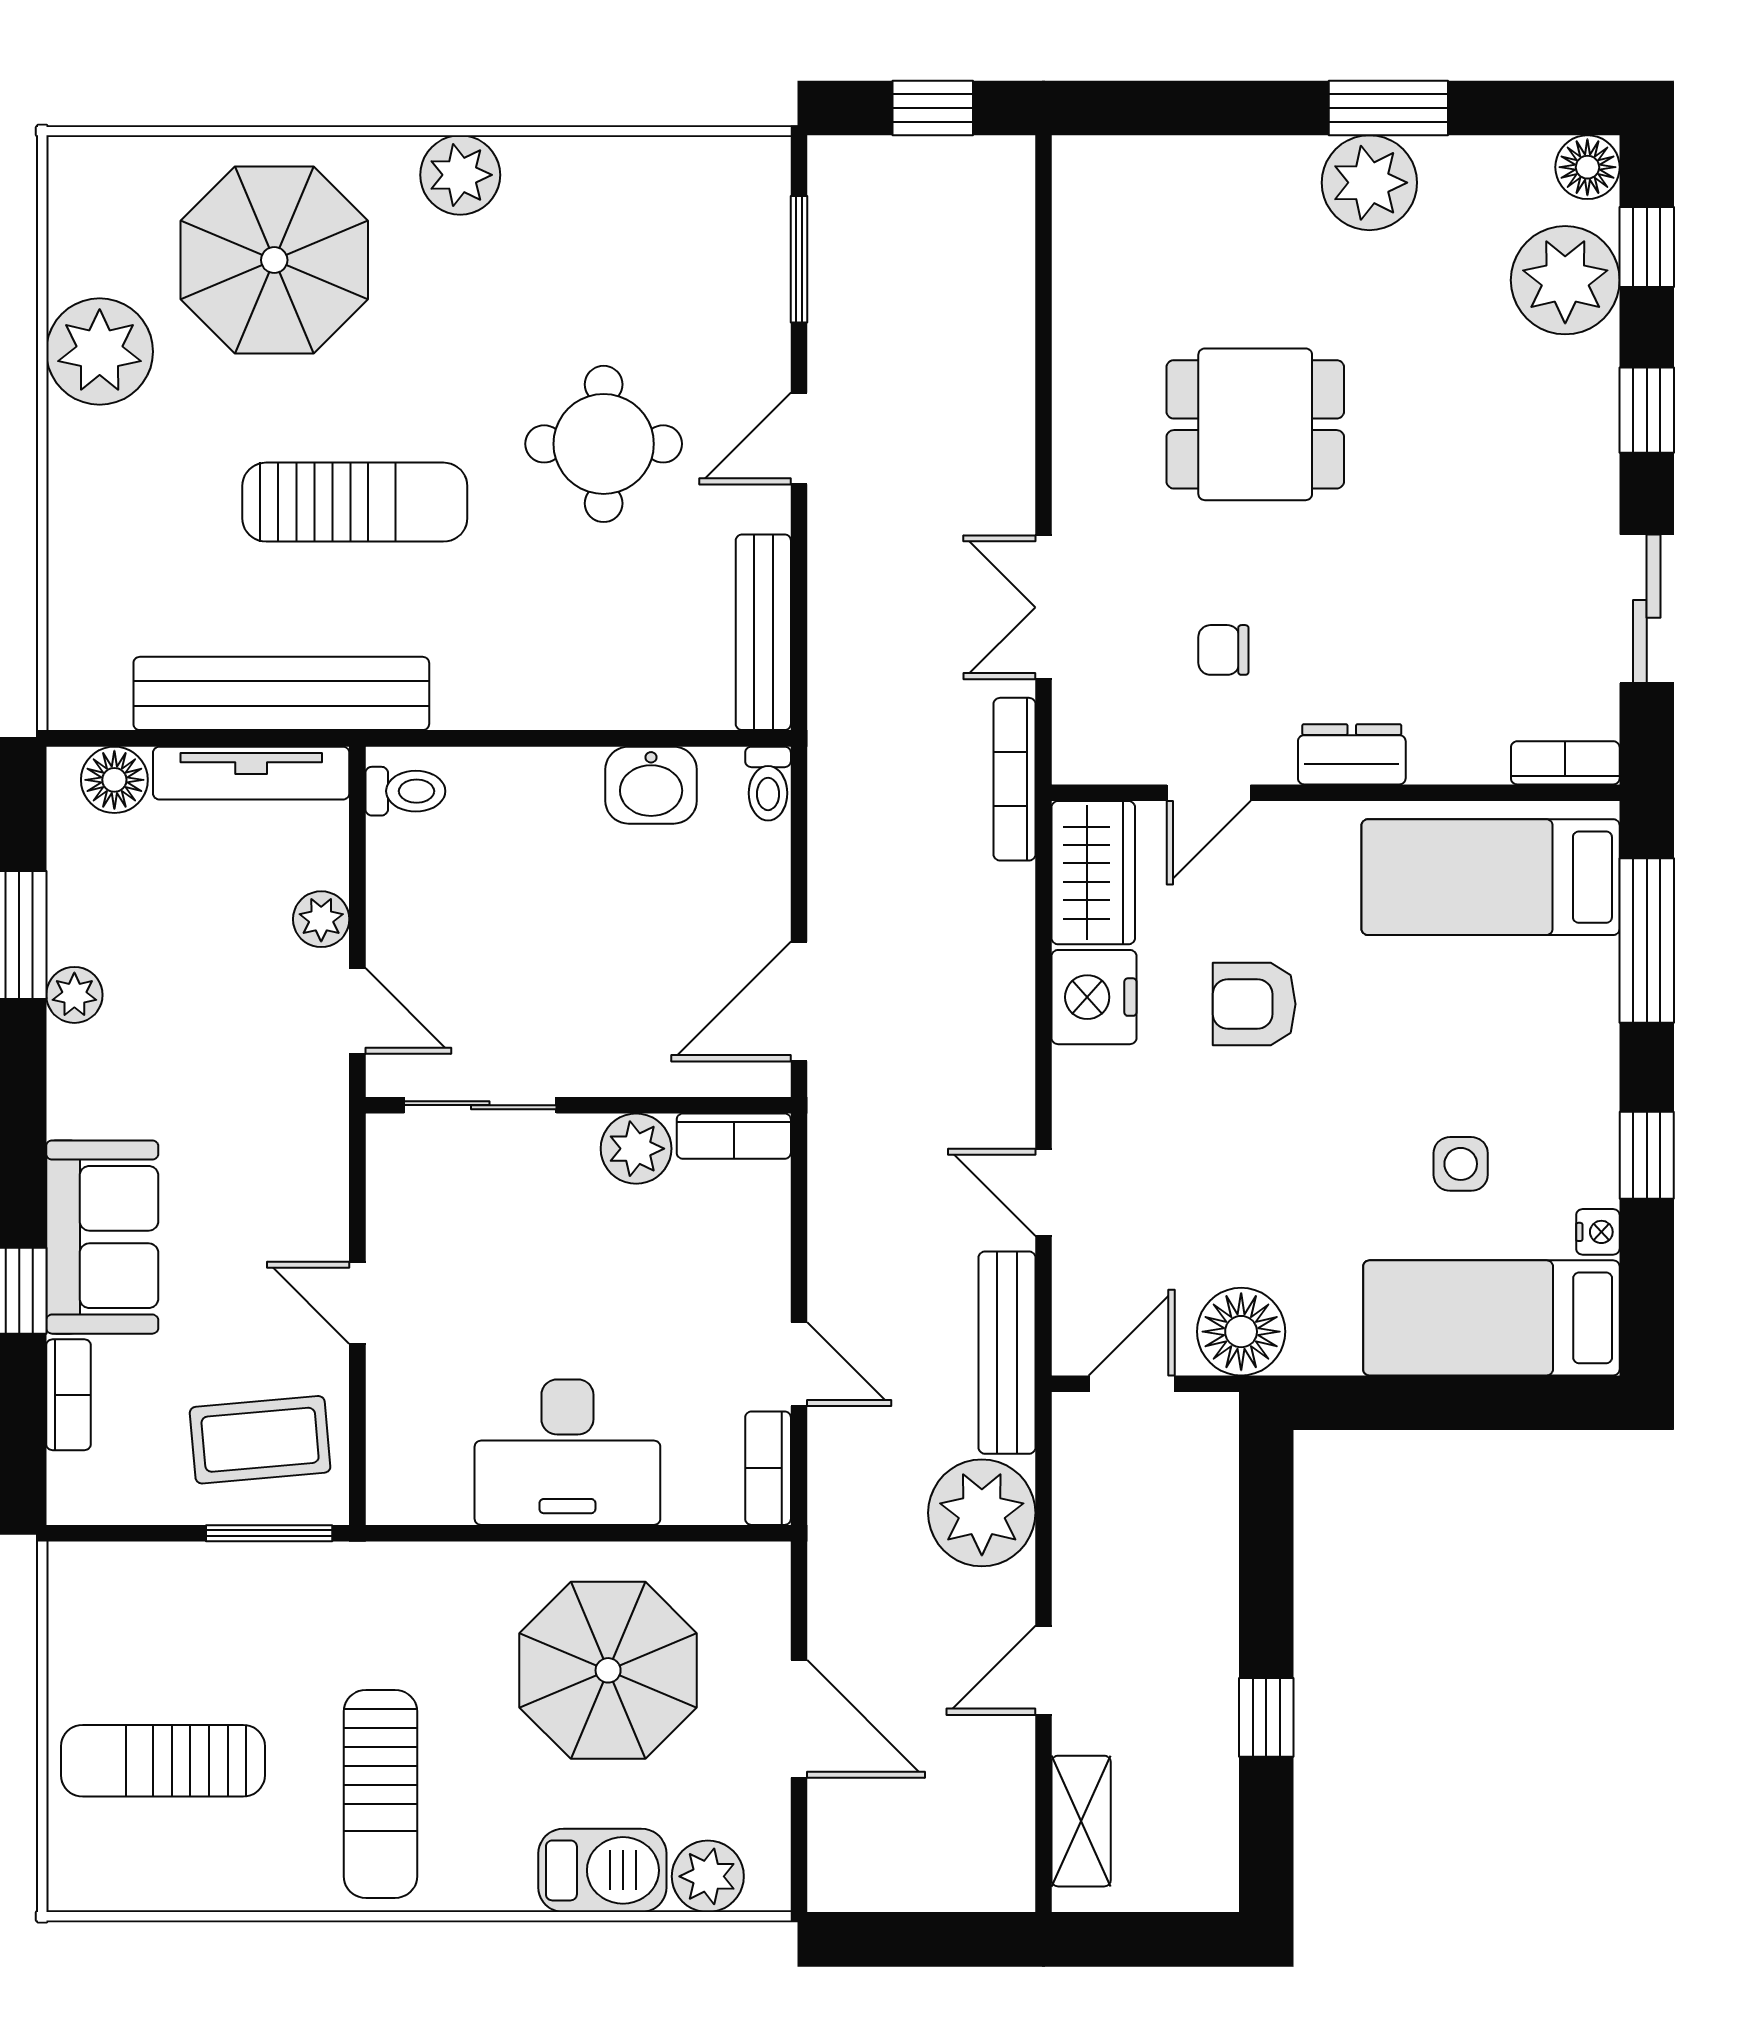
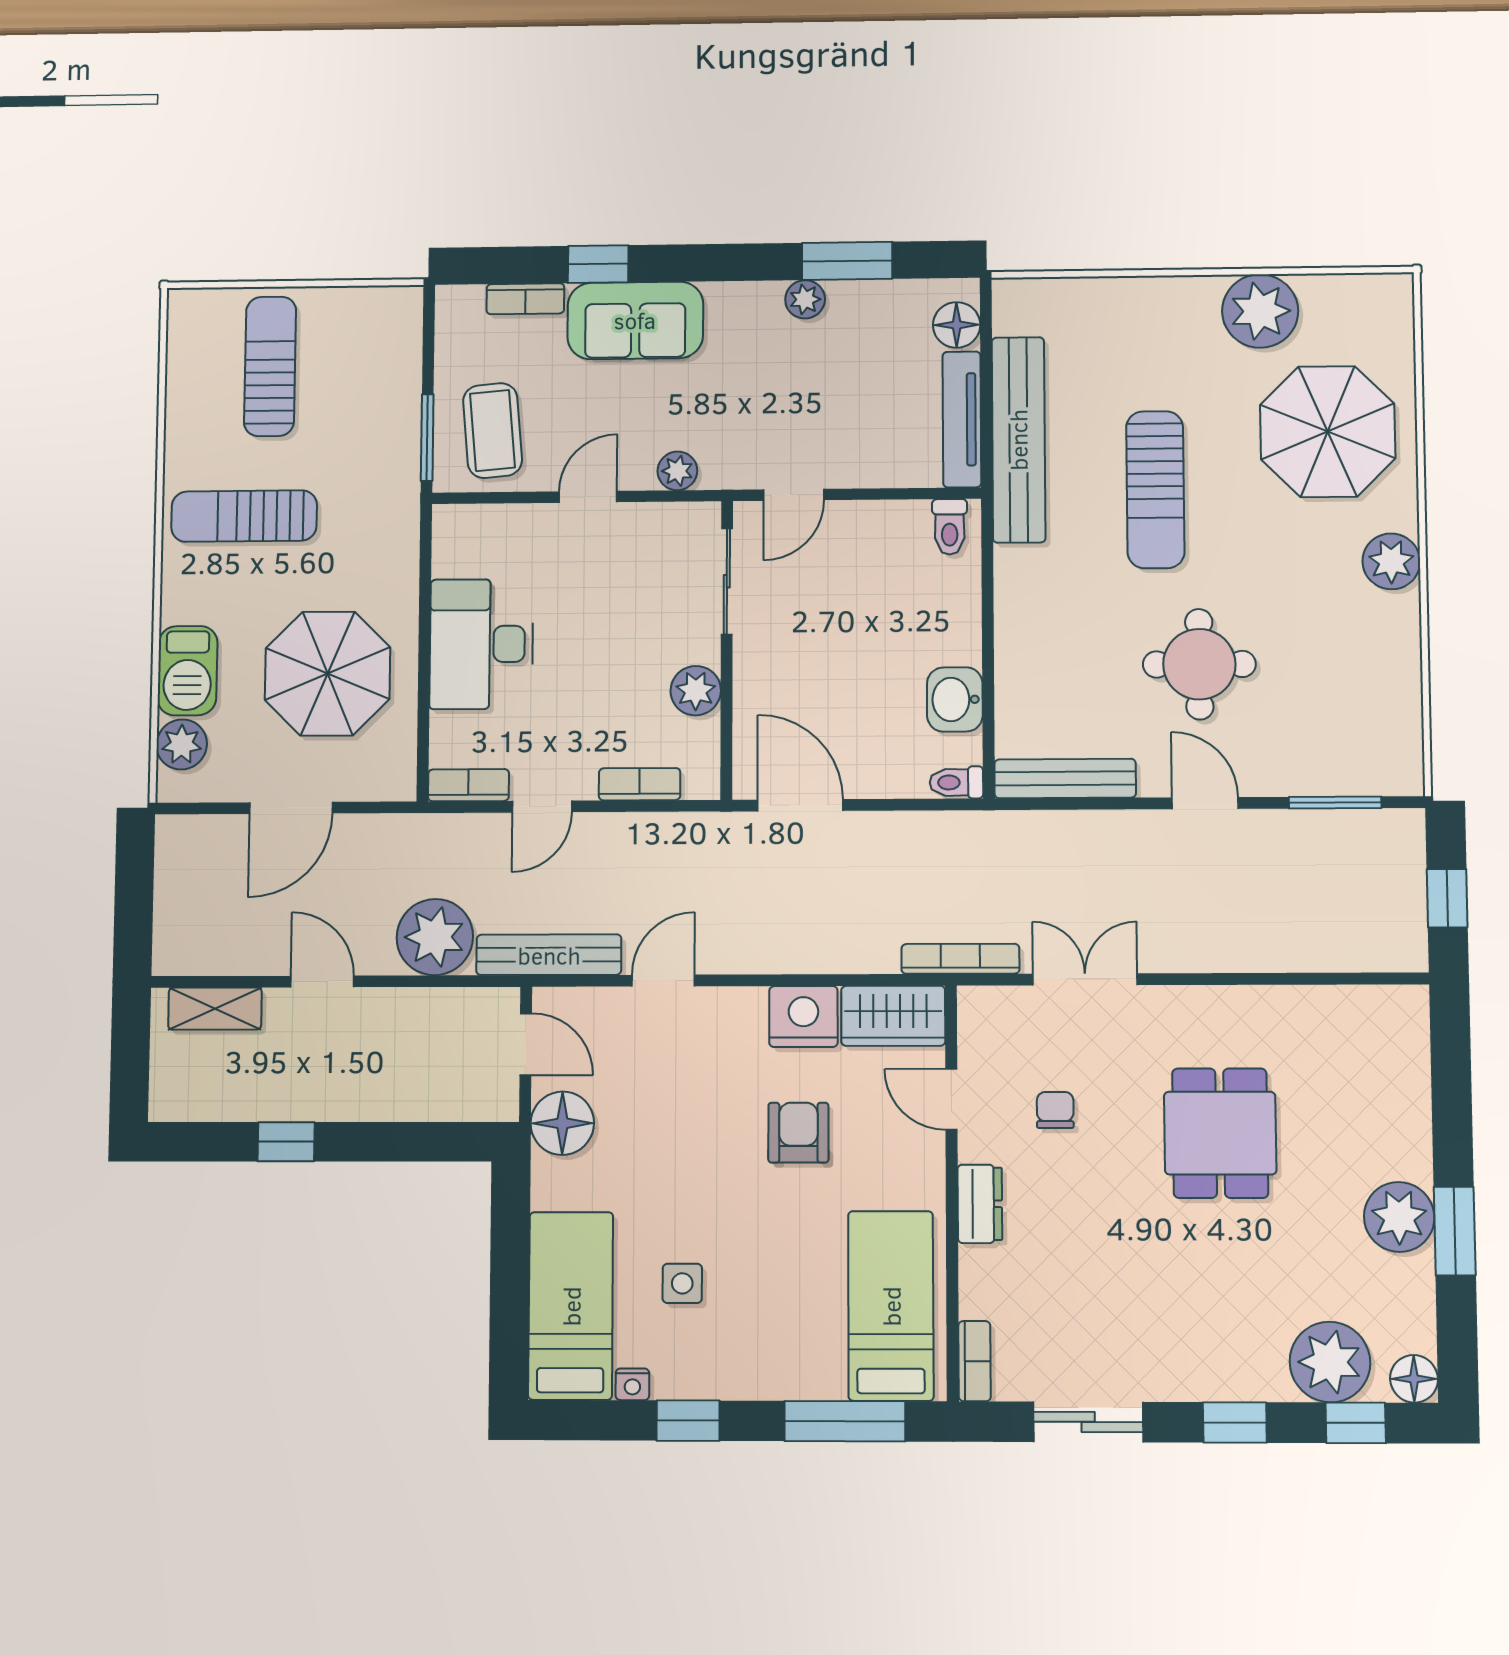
plant: (321, 919) -> (677, 471), moved
bookcase: (734, 1136) -> (640, 784), moved, turned 90

